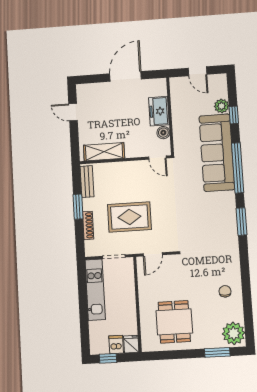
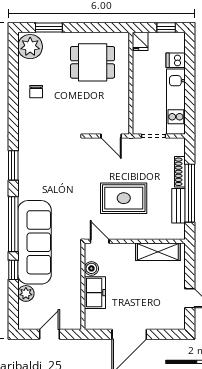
door: (198, 71) -> (50, 334), hinge flipped
window: (234, 115) -> (13, 270), moved
bench: (87, 182) -> (178, 206), moved
window: (78, 207) -> (190, 193), width x2.11
rug: (129, 217) -> (124, 198), moved
door: (153, 254) -> (111, 136), swing flipped
dining table: (174, 322) -> (93, 62), turned 90
dishwasher: (116, 345) -> (176, 60), moved, turned 90

